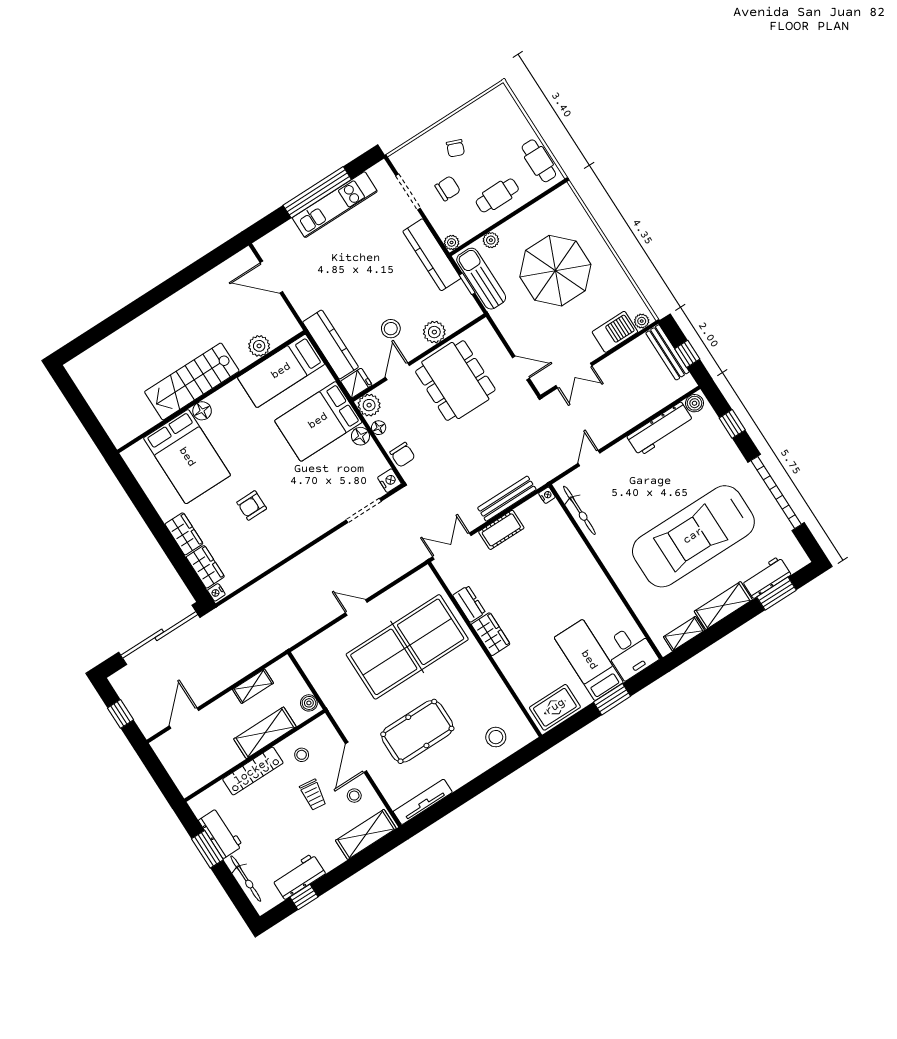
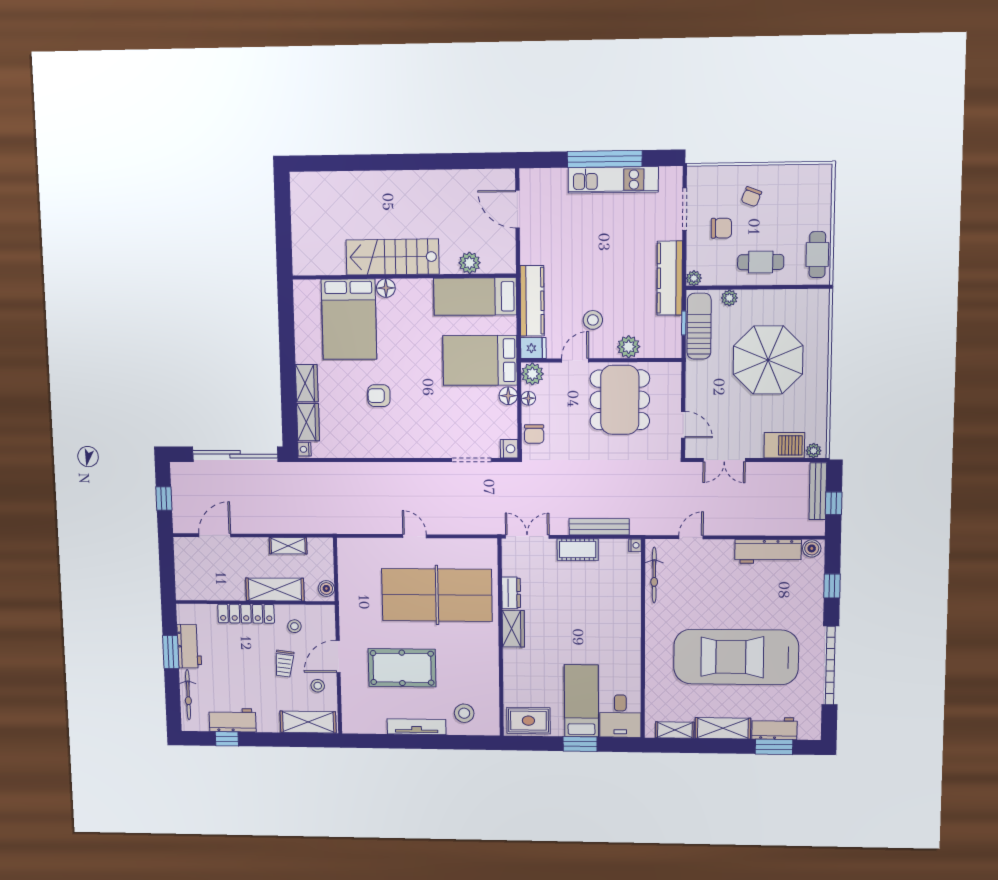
tv unit: (423, 802) -> (417, 727), moved

